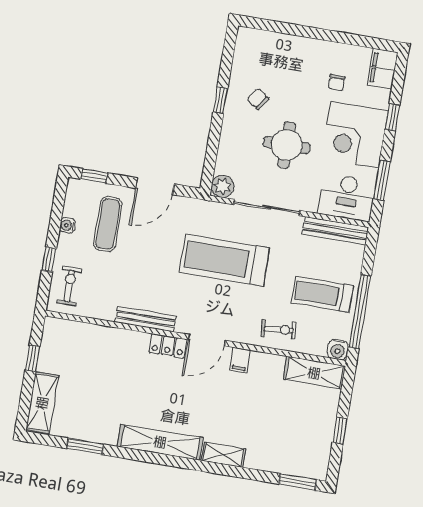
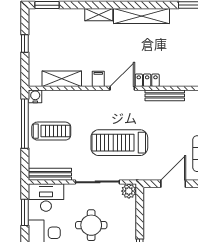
treadmill: (225, 260) -> (119, 143), turned 180
exercise bike: (279, 330) -> (76, 103), removed
shelving: (314, 373) -> (62, 79), moved

